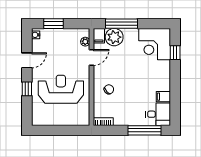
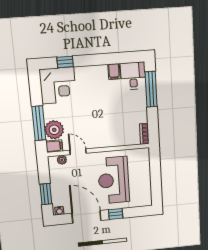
door: (27, 60) -> (87, 217), width x1.87
chair: (109, 89) -> (110, 131), removed

